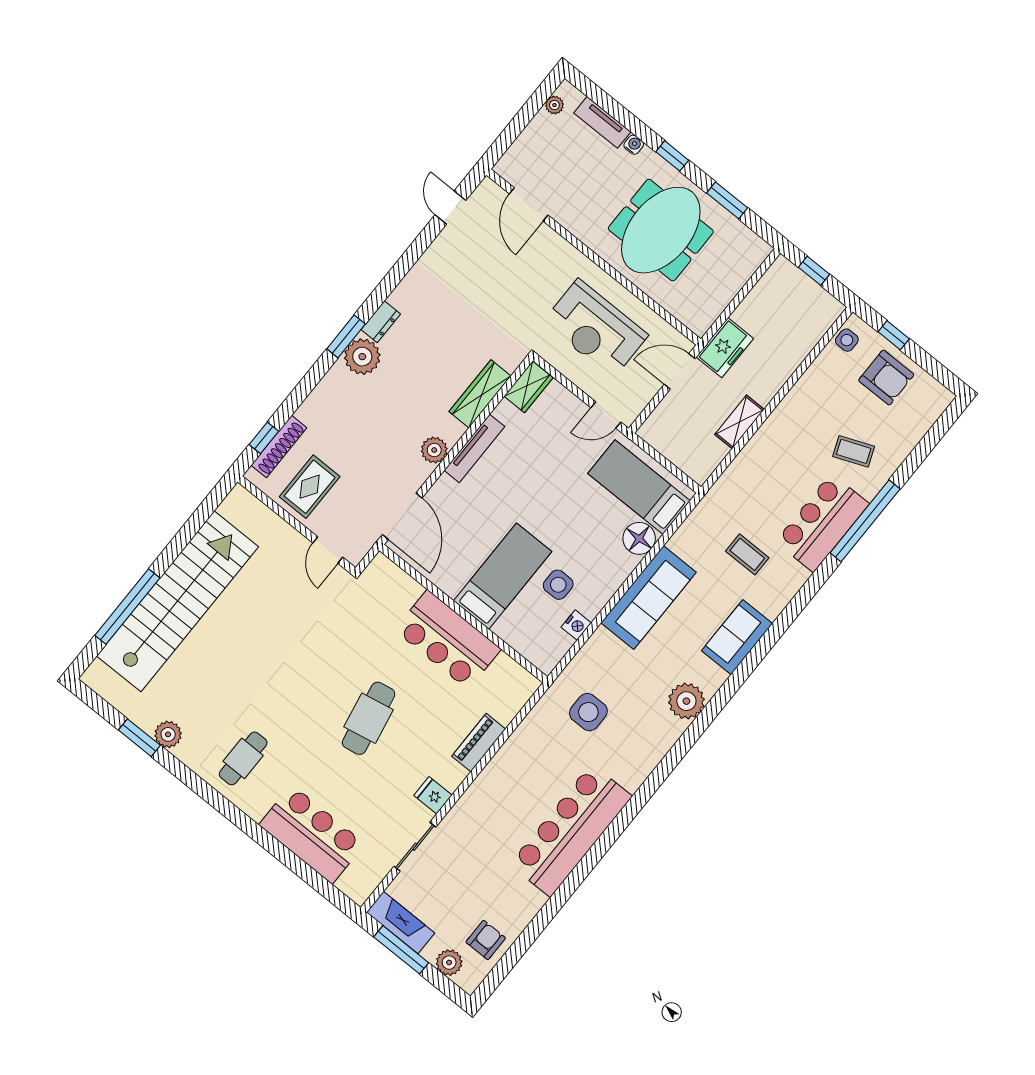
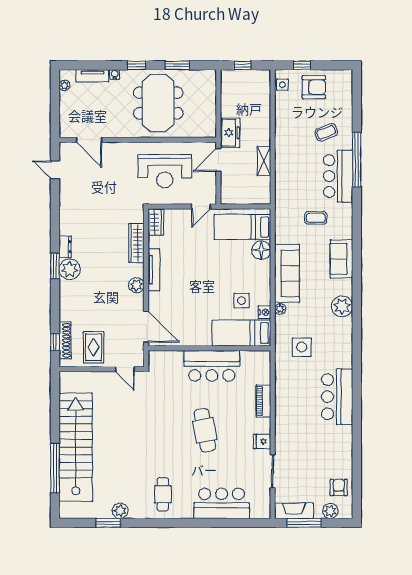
bed: (503, 576) -> (241, 333), moved, turned -90
plant: (601, 638) -> (280, 309), added
bar counter: (571, 830) -> (337, 397), width x0.73

